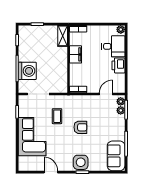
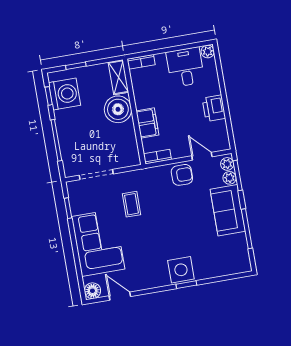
desk: (113, 46) -> (185, 67), moved, turned -90
filing cabinet: (76, 54) -> (147, 123), moved
boiler: (59, 56) -> (118, 109), added
washing machine: (27, 71) -> (65, 94), moved
door: (106, 94) -> (202, 156), hinge flipped
armchair: (80, 127) -> (182, 175), moved
sofa: (116, 156) -> (228, 210), moved
floor lamp: (23, 166) -> (92, 291), added
door: (51, 172) -> (120, 296), moved

